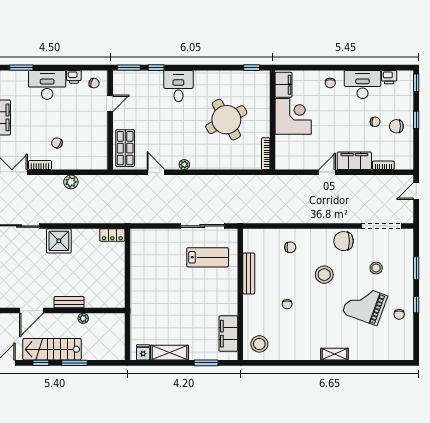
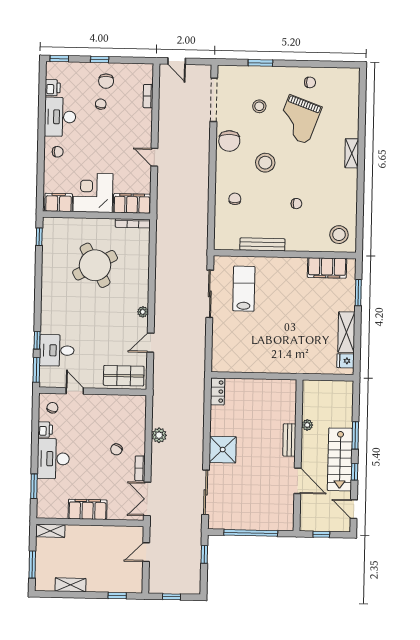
desk: (178, 86) -> (57, 350), moved
filing cabinet: (354, 161) -> (132, 203), moved, turned 90
window: (416, 305) -> (300, 64), removed

